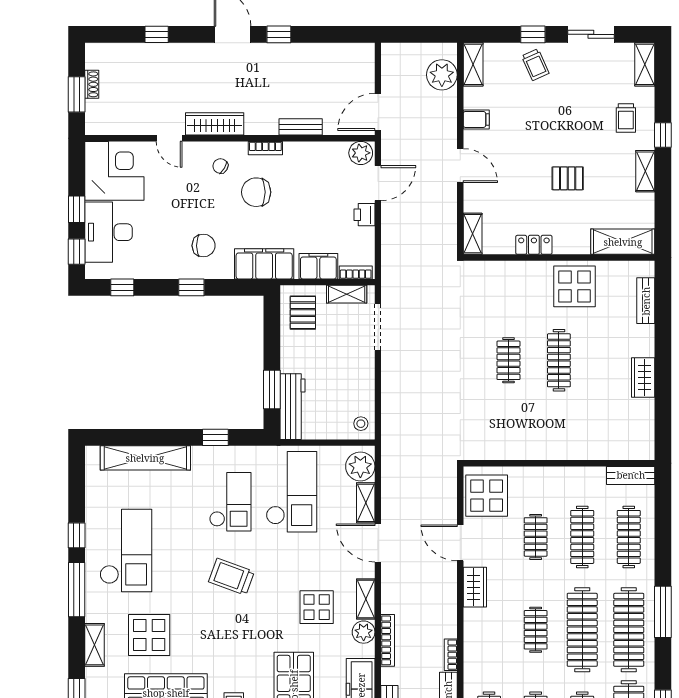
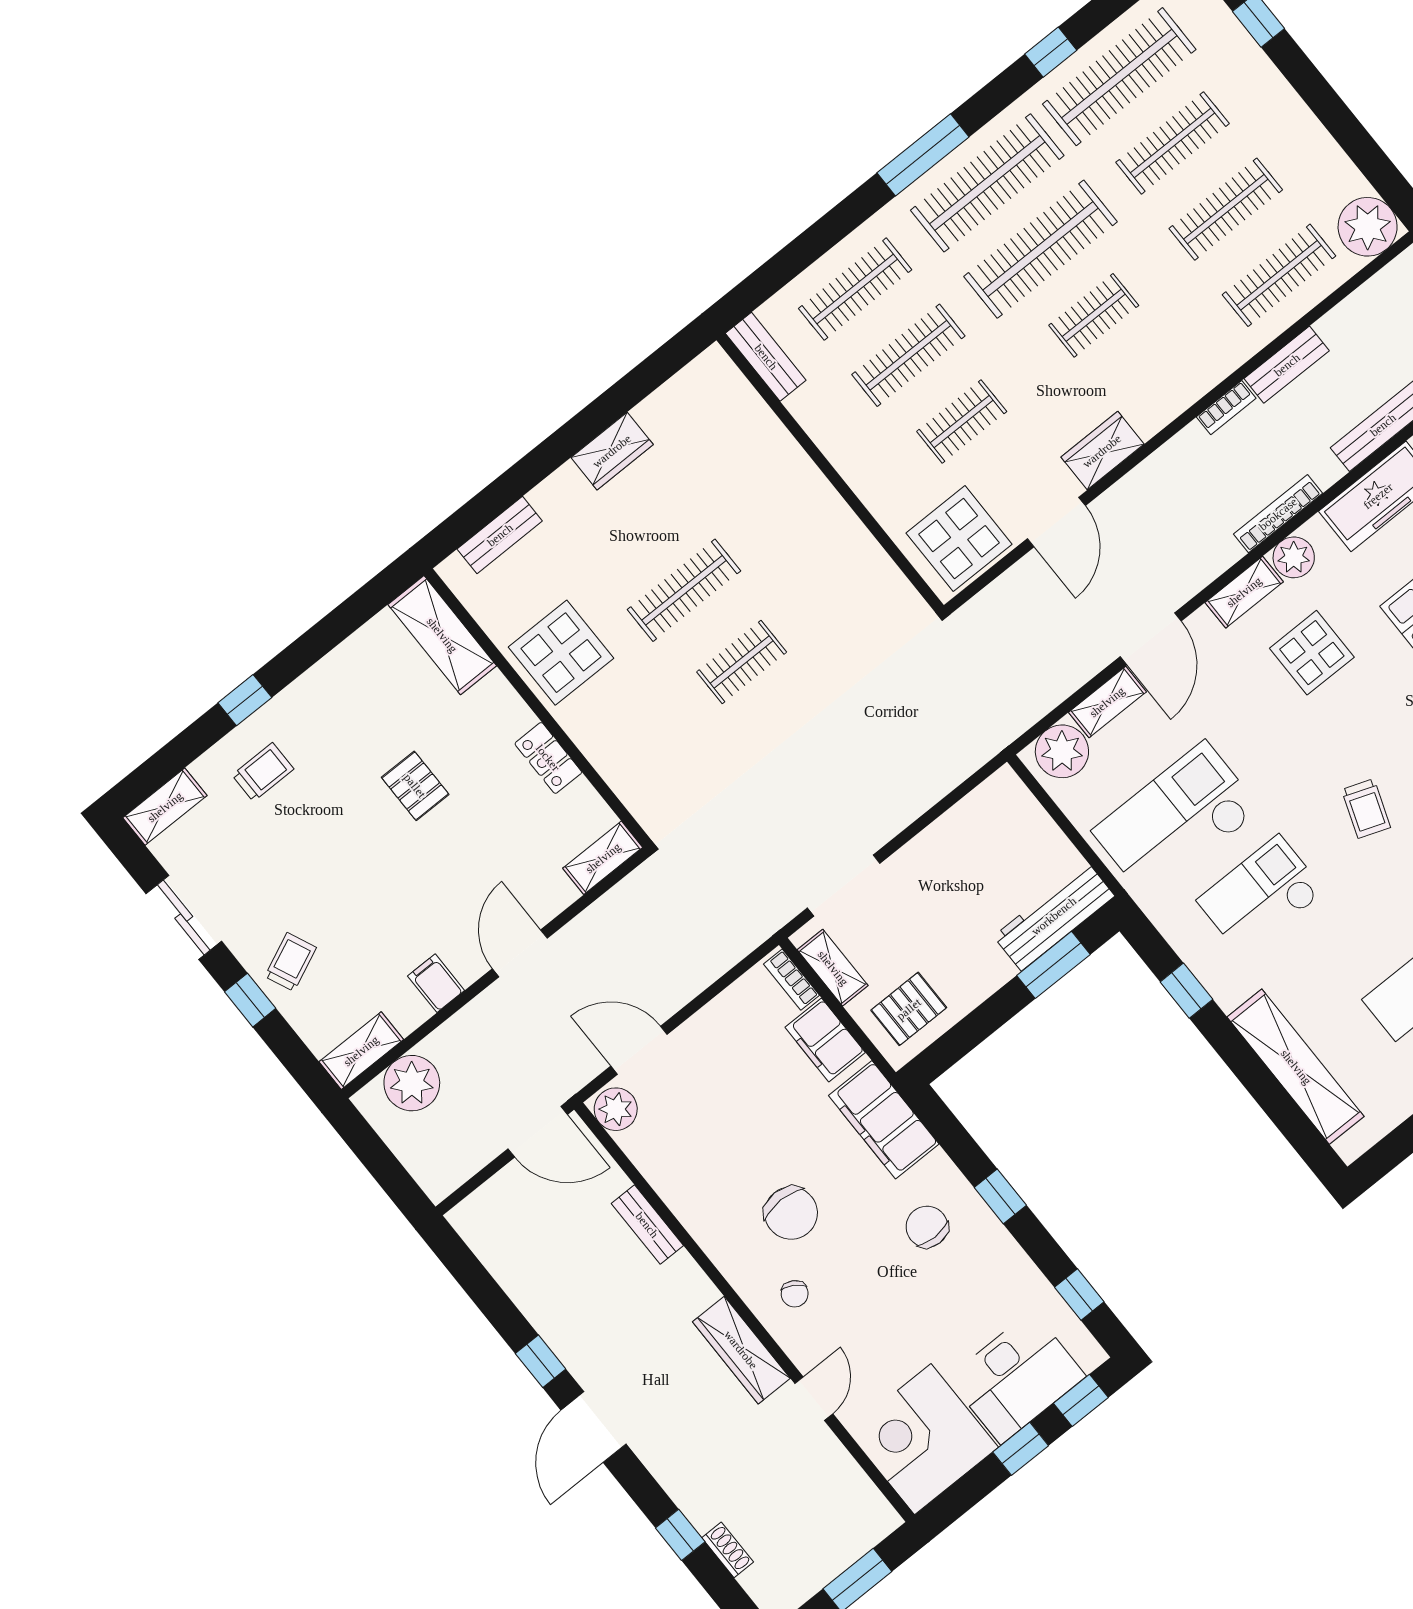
shoe rack: (92, 84) -> (728, 1550), moved, turned 90
bookcase: (265, 148) -> (718, 1250), removed
shelving: (645, 171) -> (316, 684), removed
printer: (365, 215) -> (699, 1033), removed
stool: (361, 424) -> (1000, 800), removed
trolley: (231, 577) -> (1366, 809), width x0.73, depth x0.72

